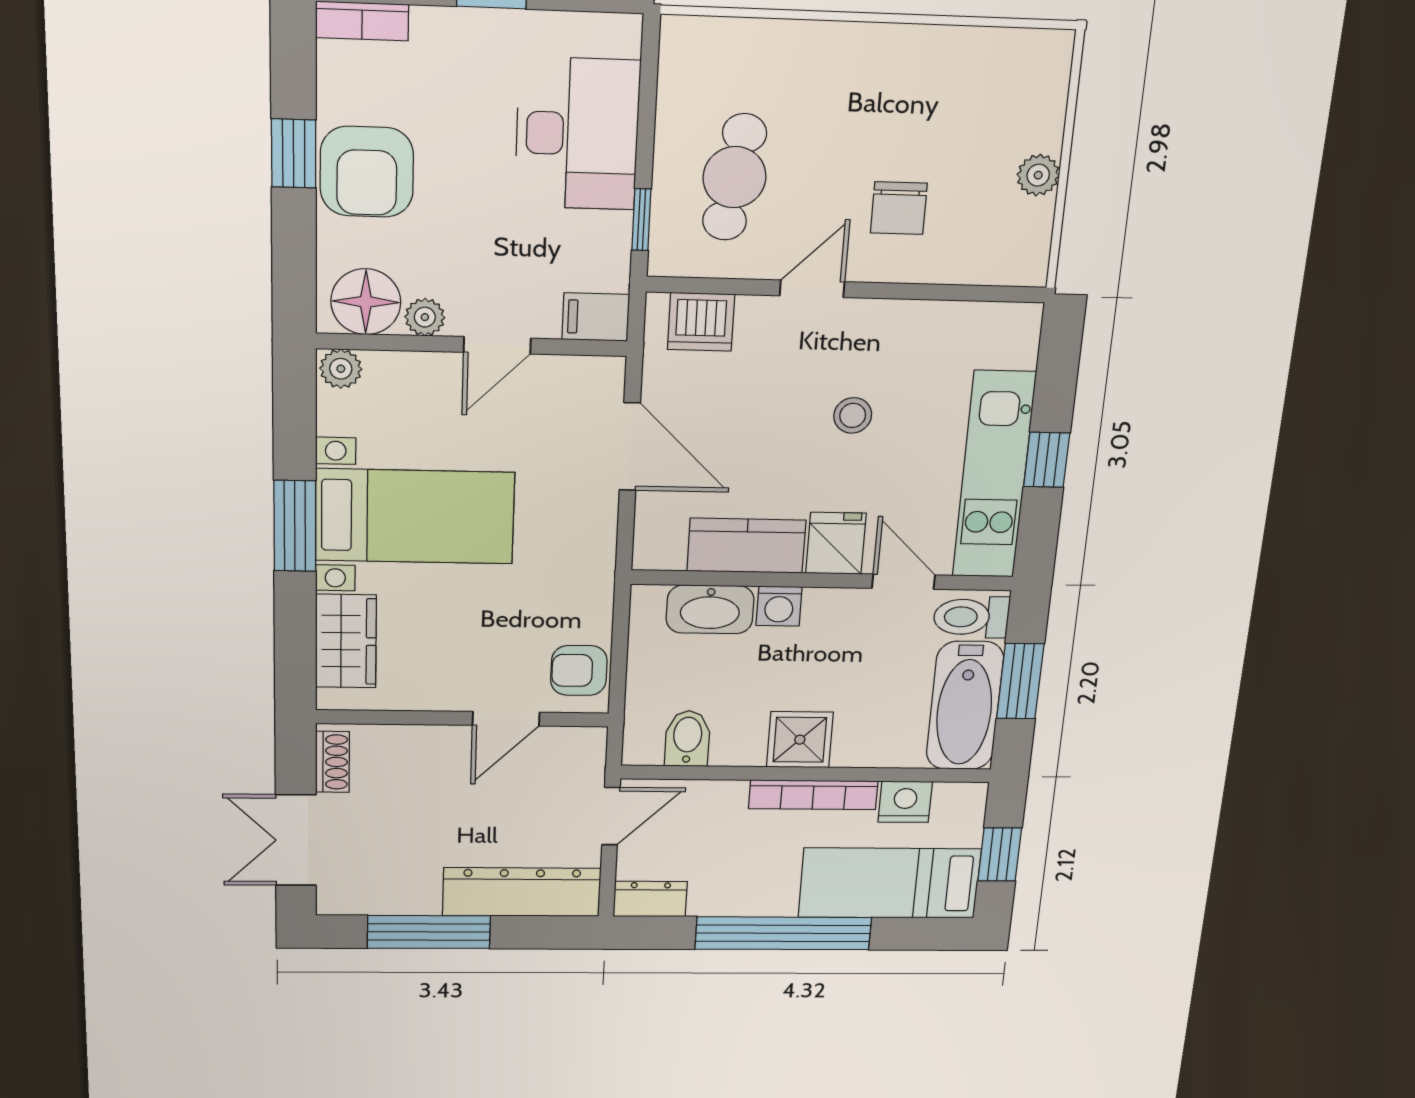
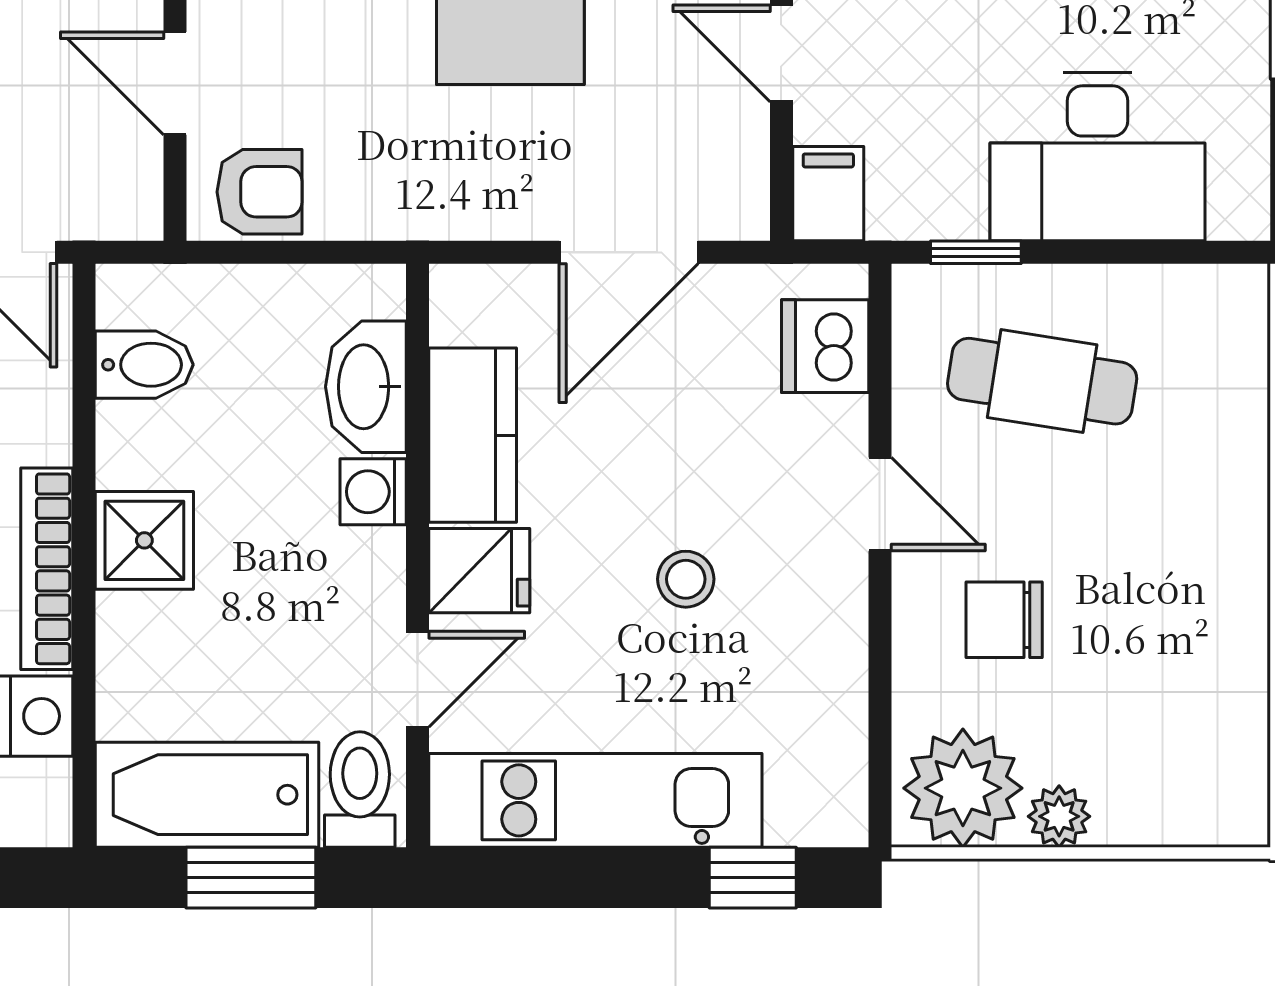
plant: (1012, 239) -> (963, 788), added
window: (1047, 460) -> (753, 878), moved
armchair: (579, 670) -> (260, 192), turned 90

